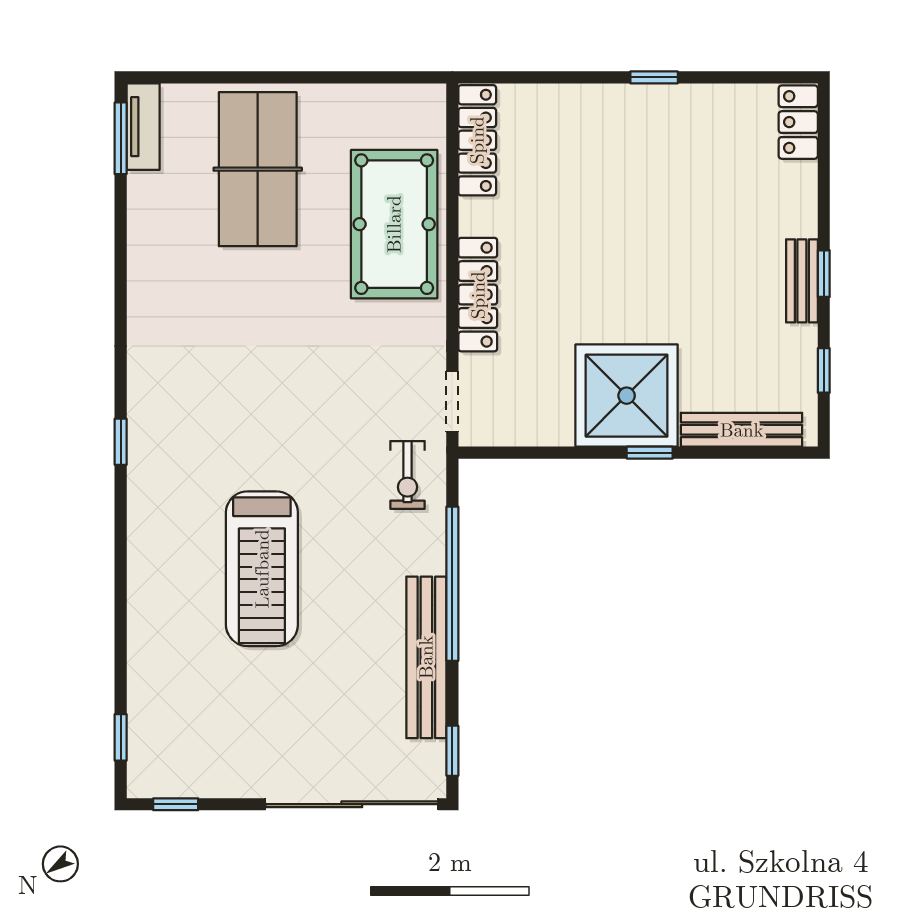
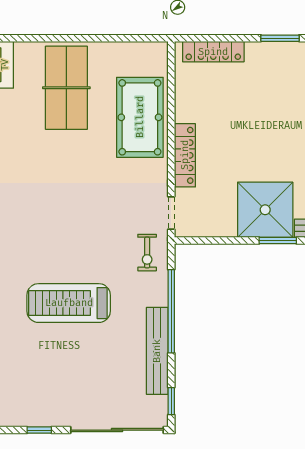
window: (654, 77) -> (280, 38), width x1.50
locker: (477, 140) -> (213, 52), moved, turned 90
window: (650, 453) -> (278, 241), width x1.50
treadmill: (262, 569) -> (69, 303), turned 90
window: (176, 804) -> (39, 430), moved

